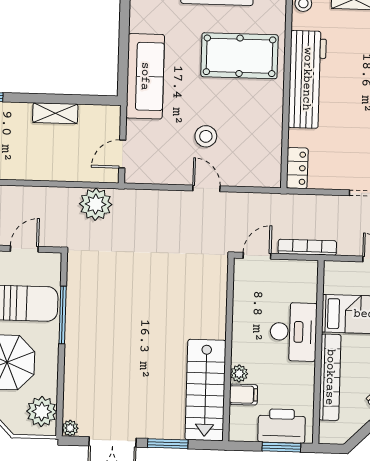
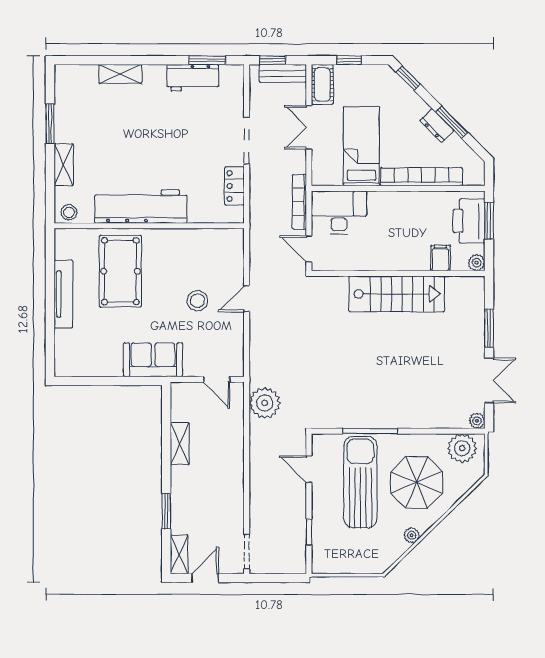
sofa: (145, 76) -> (153, 360), width x0.73
locker: (297, 168) -> (234, 186), moved, turned -90
desk: (293, 332) -> (339, 213), moved
plant: (239, 373) -> (477, 263), moved
stairs: (206, 390) -> (397, 294), moved

